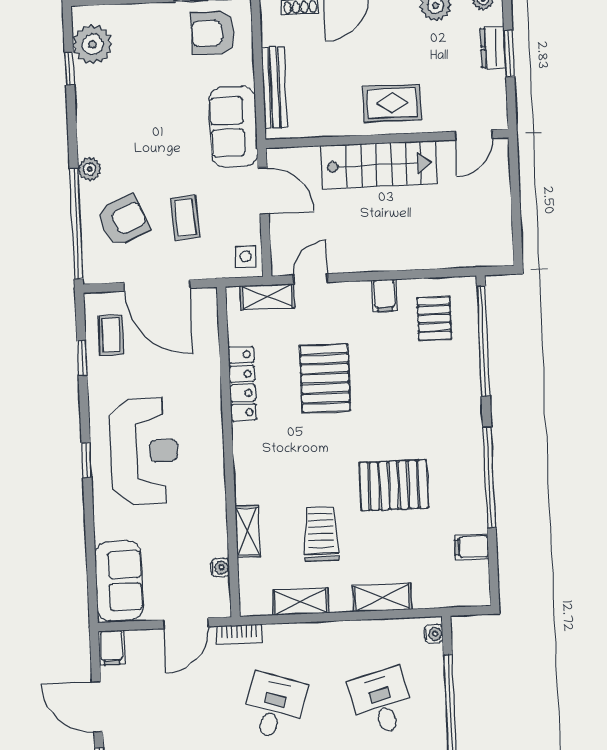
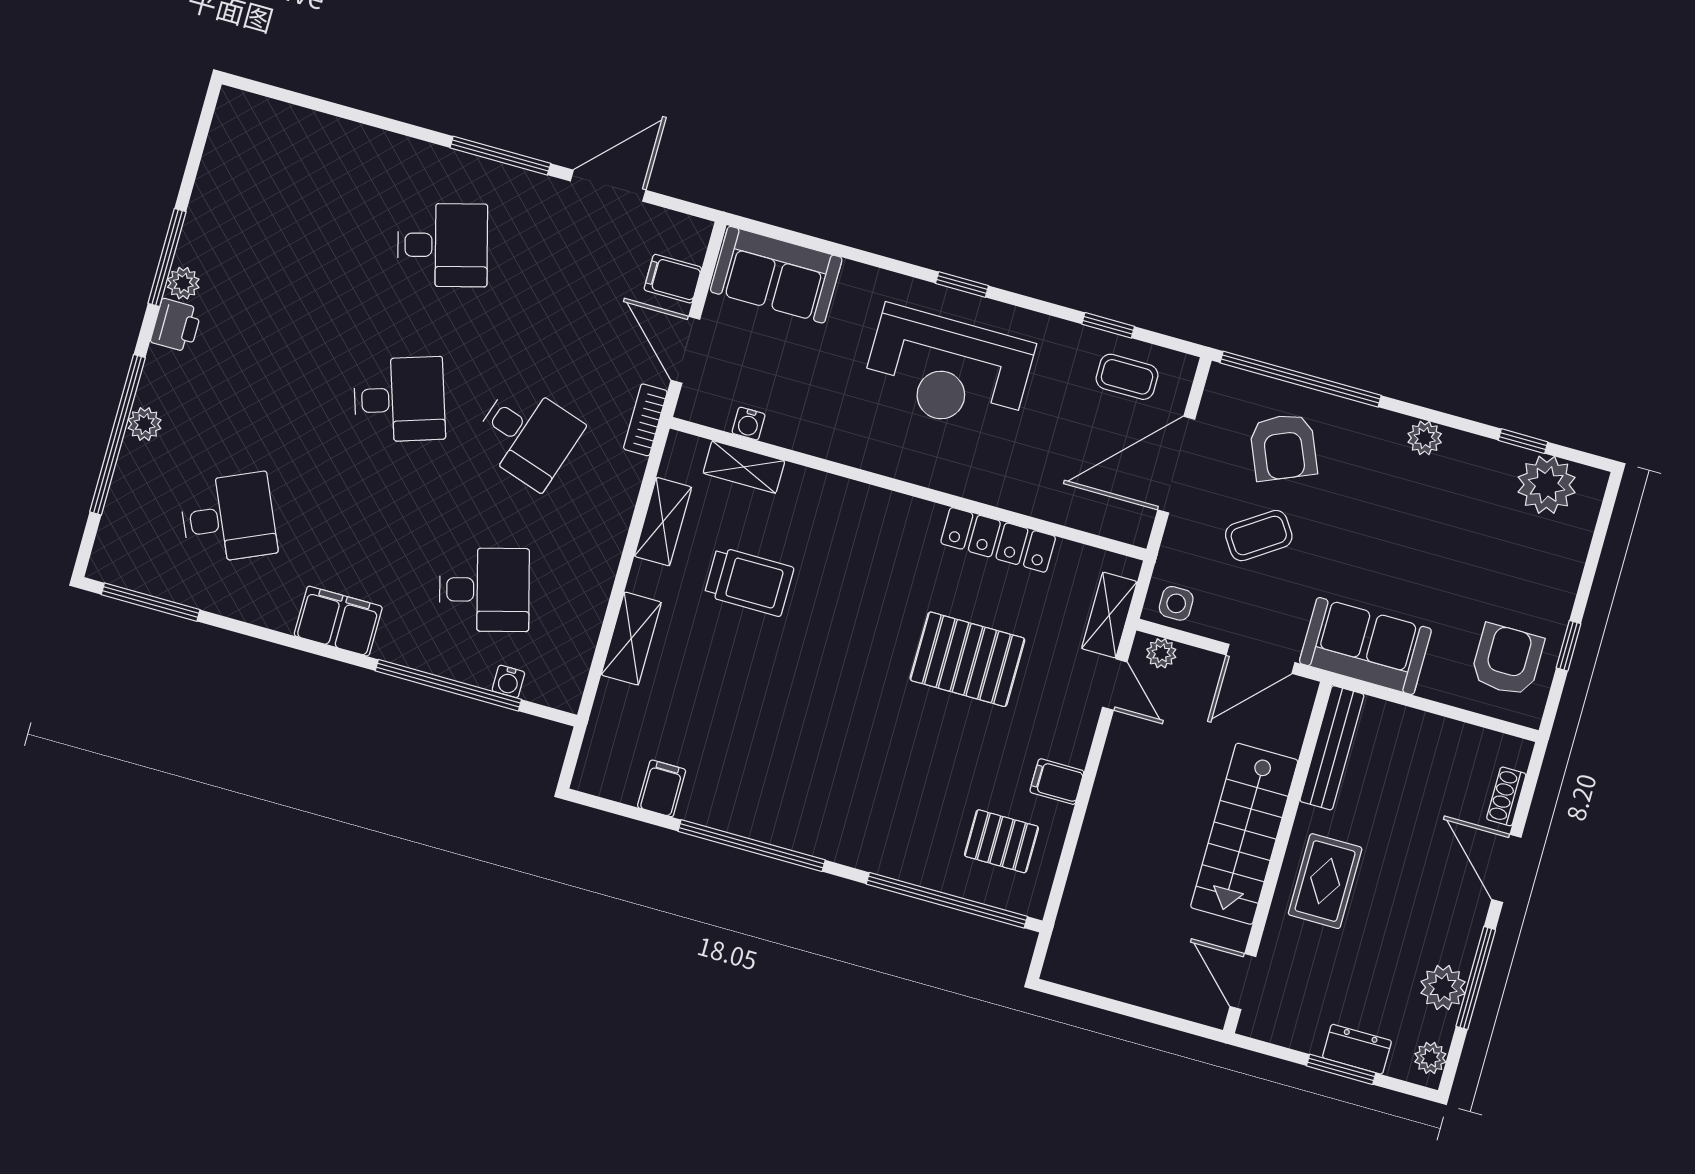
bench: (274, 87) -> (1332, 748), moved, turned 90
plant: (90, 169) -> (1425, 438), moved
coffee table: (185, 218) -> (1259, 536), turned -30
plant: (281, 256) -> (1161, 653), added
pallet: (394, 485) -> (784, 707), removed
shelving: (247, 531) -> (744, 467), moved
water cooler: (434, 634) -> (508, 681), moved
filing cabinet: (112, 648) -> (673, 279), moved

